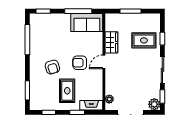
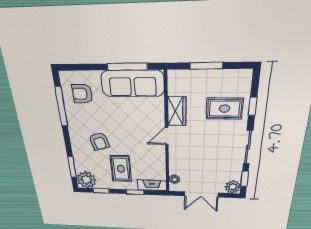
window: (43, 11) -> (77, 67), removed
sofa: (87, 23) -> (133, 83), width x1.36
armchair: (80, 63) -> (82, 94), moved
plant: (38, 102) -> (86, 180), added

